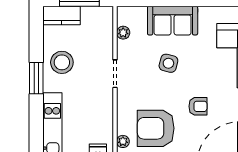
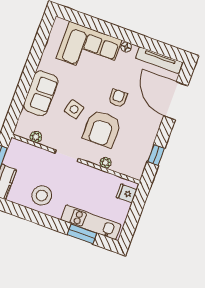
window: (36, 78) -> (82, 234), moved
armchair: (156, 128) -> (102, 129), moved
plant: (123, 141) -> (106, 163), moved

